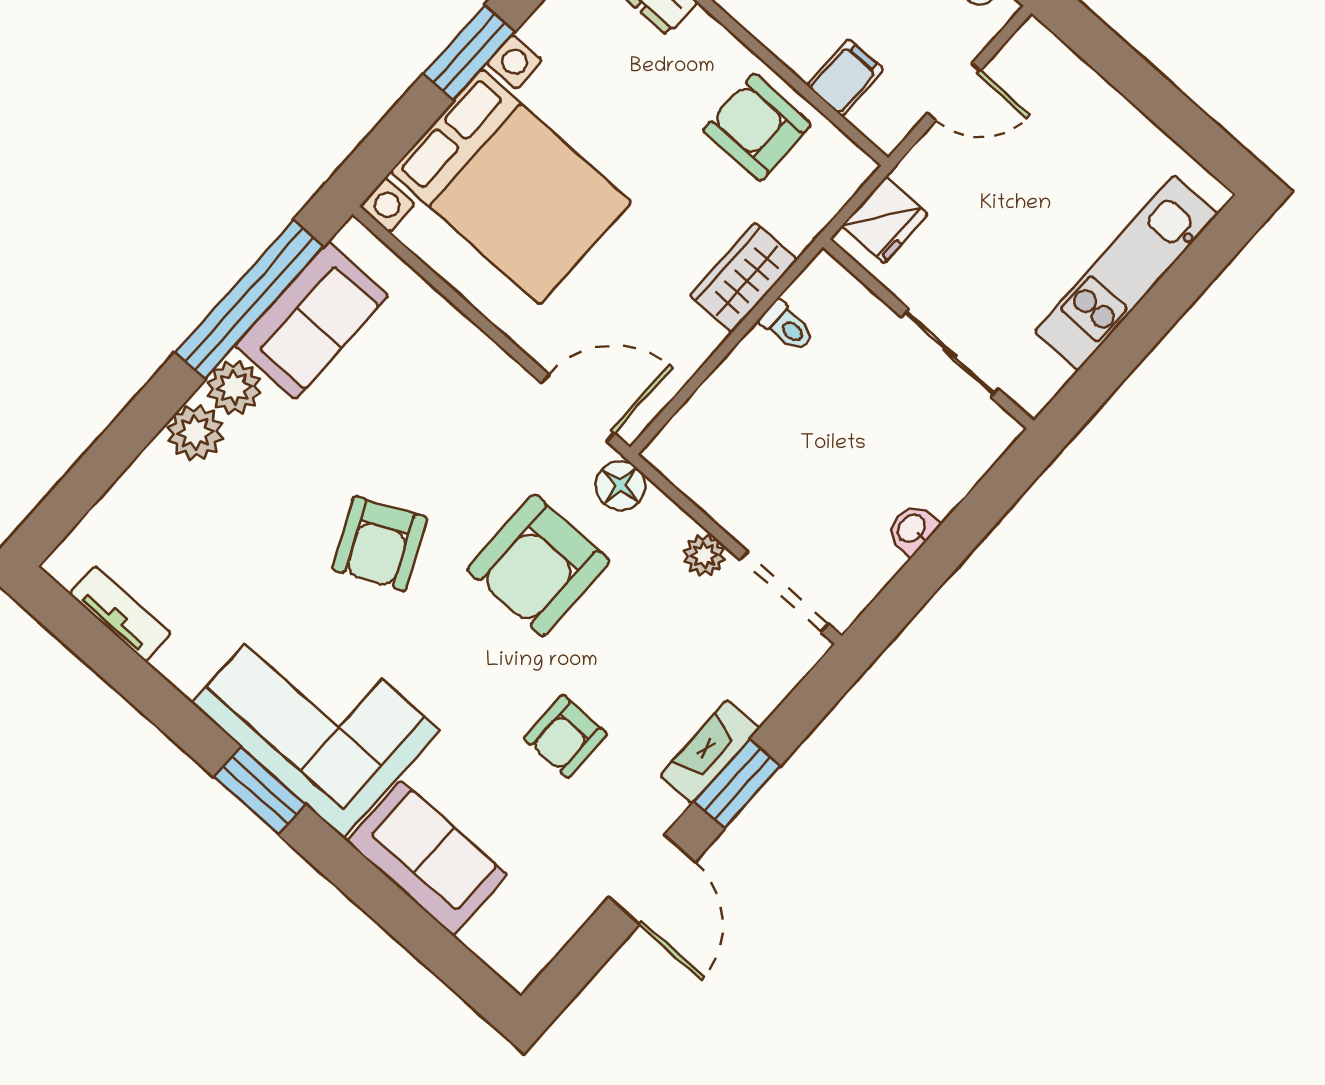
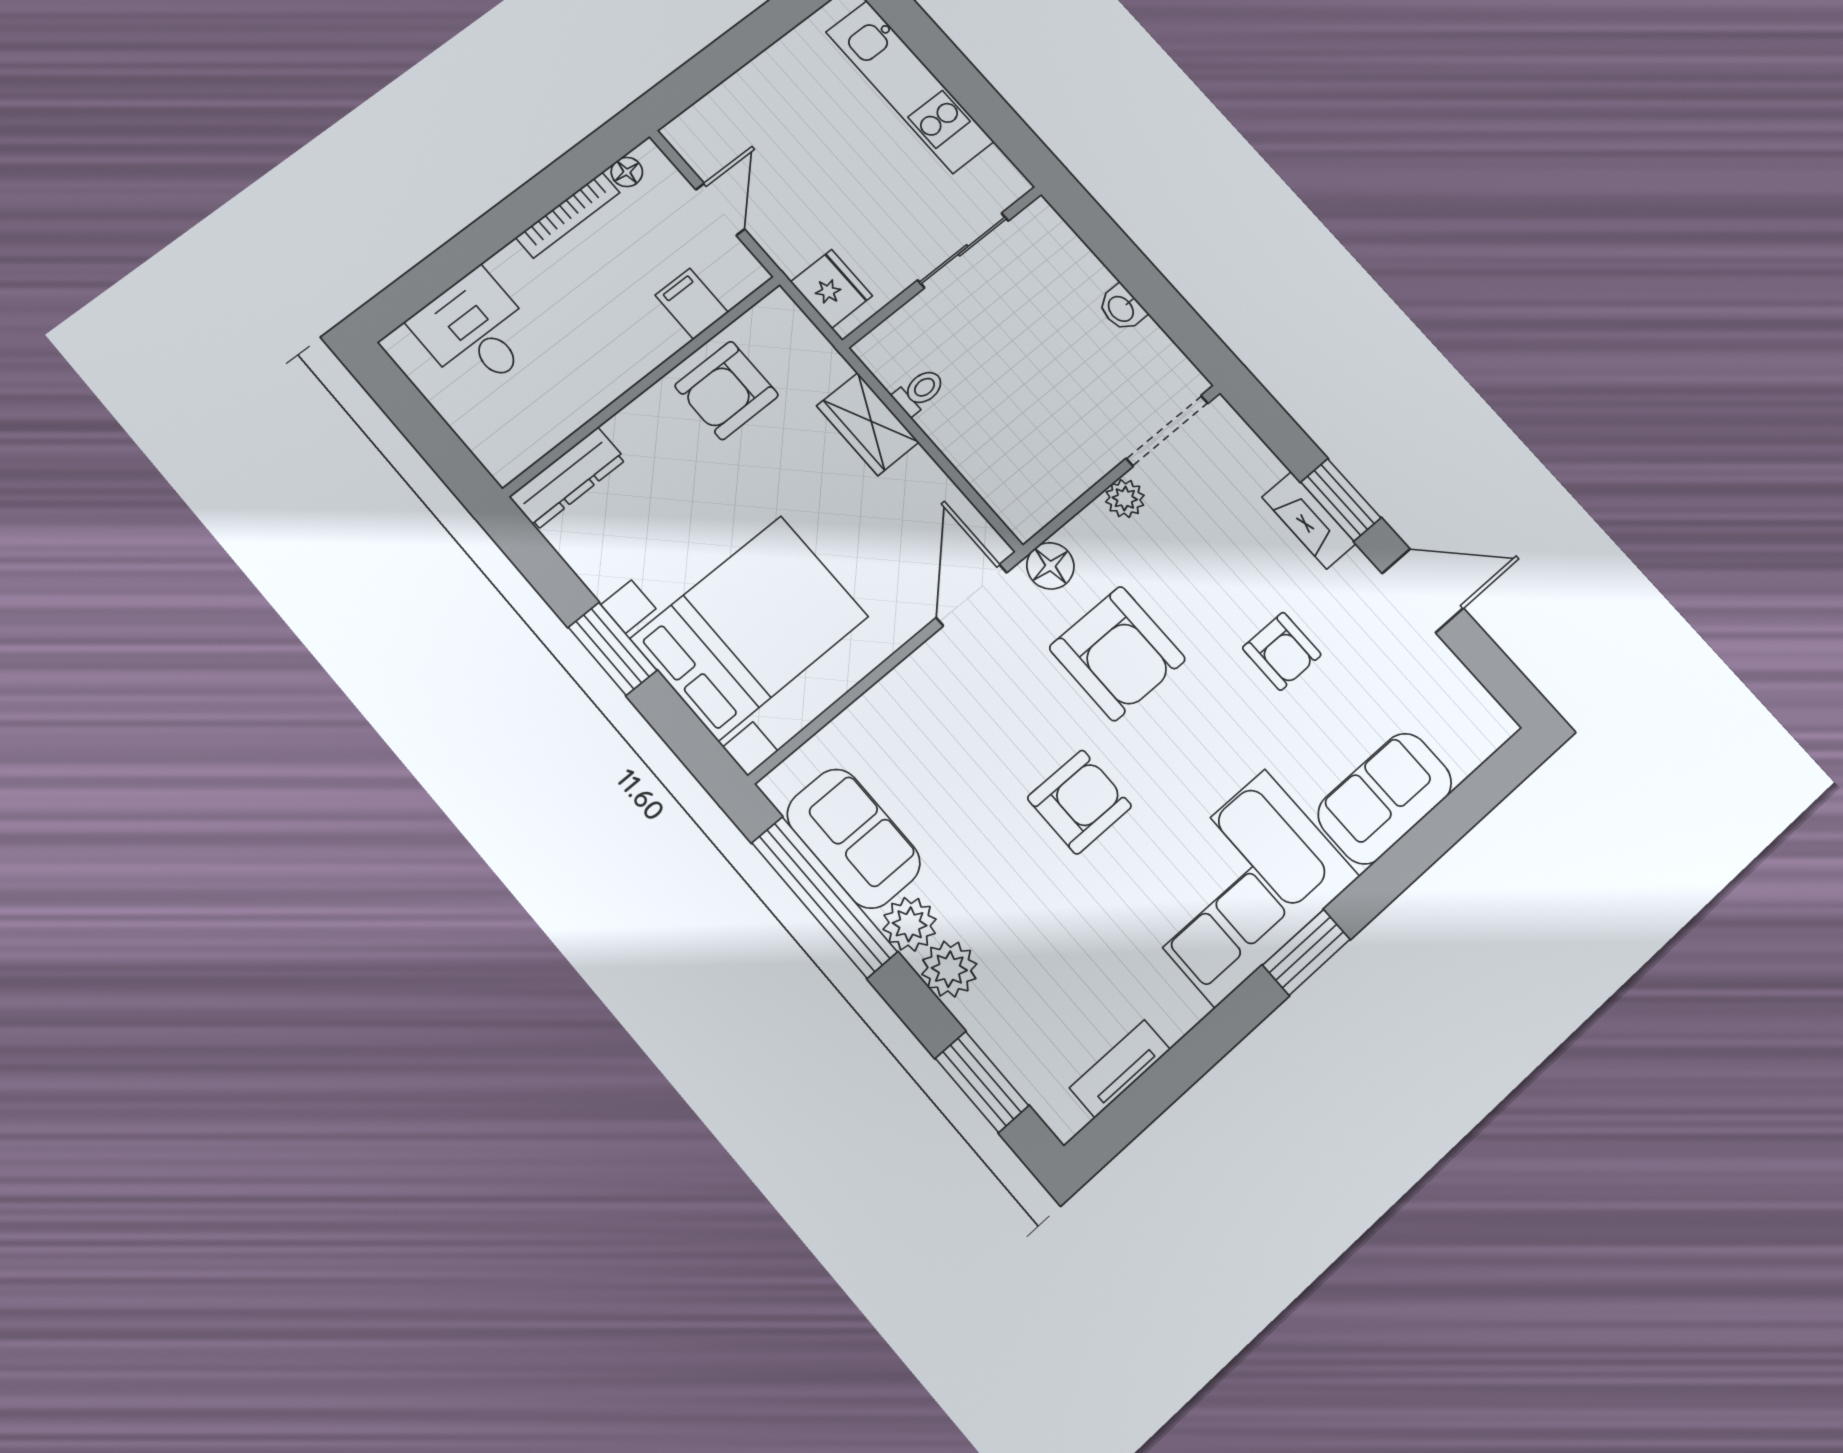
window: (90, 478) -> (982, 1082), added
armchair: (380, 543) -> (1079, 802), turned -65

